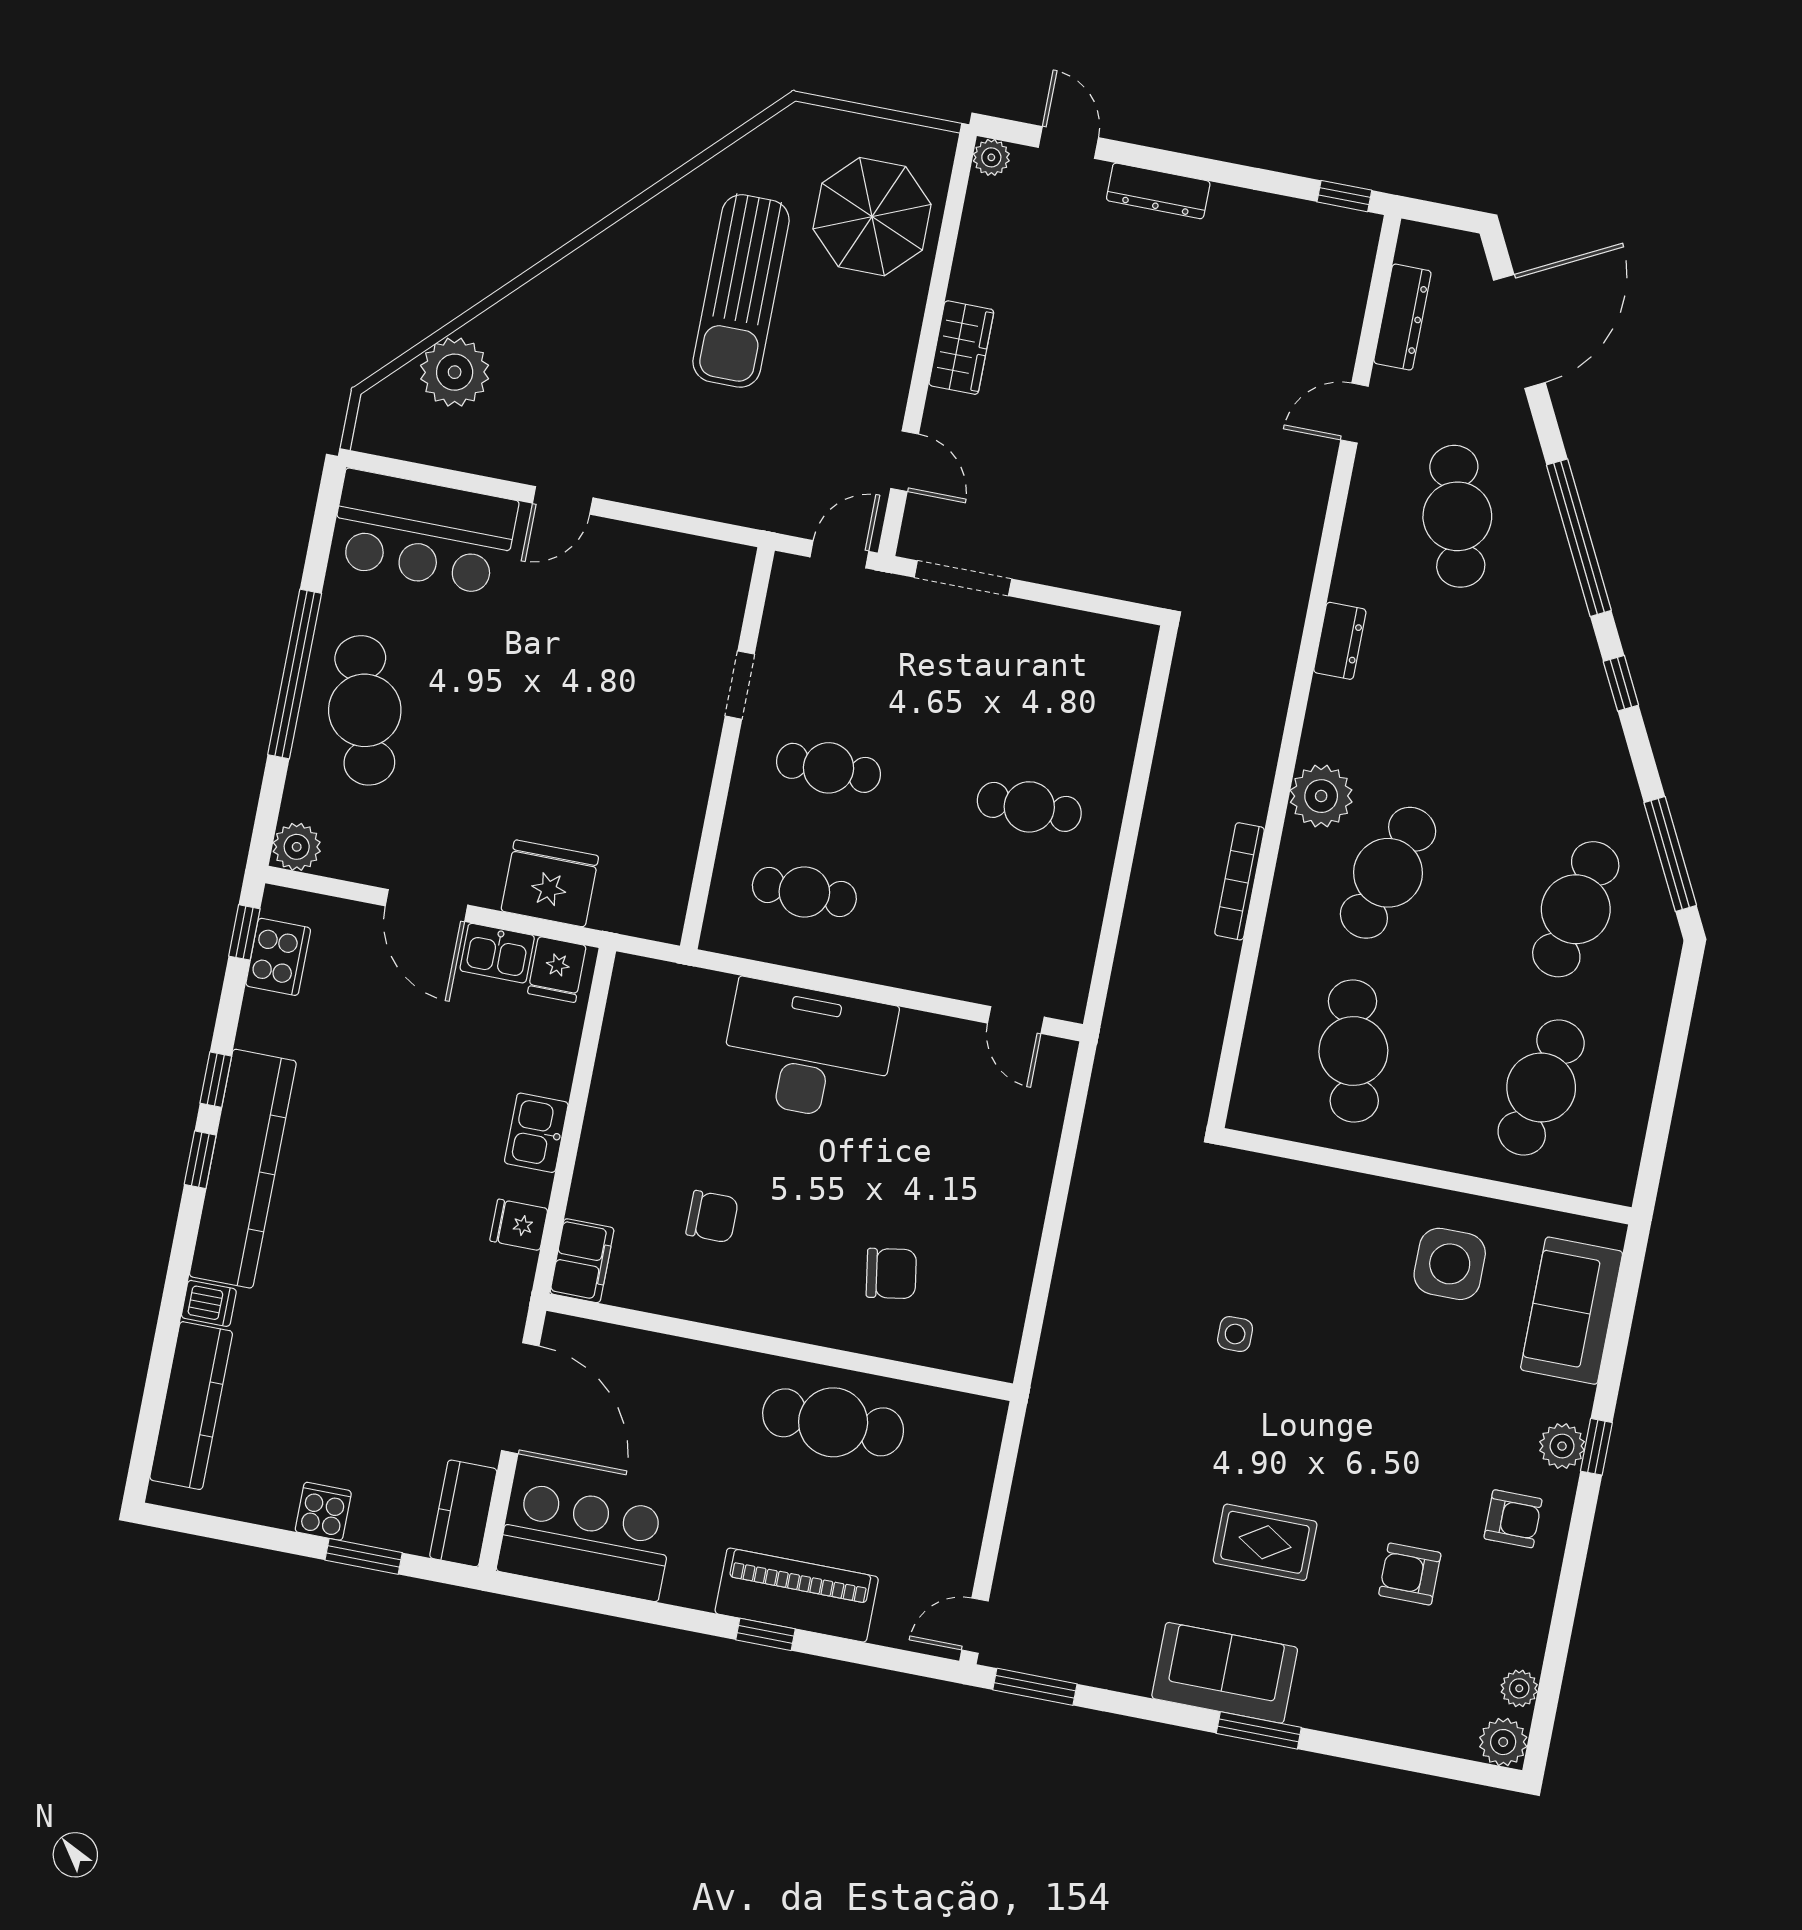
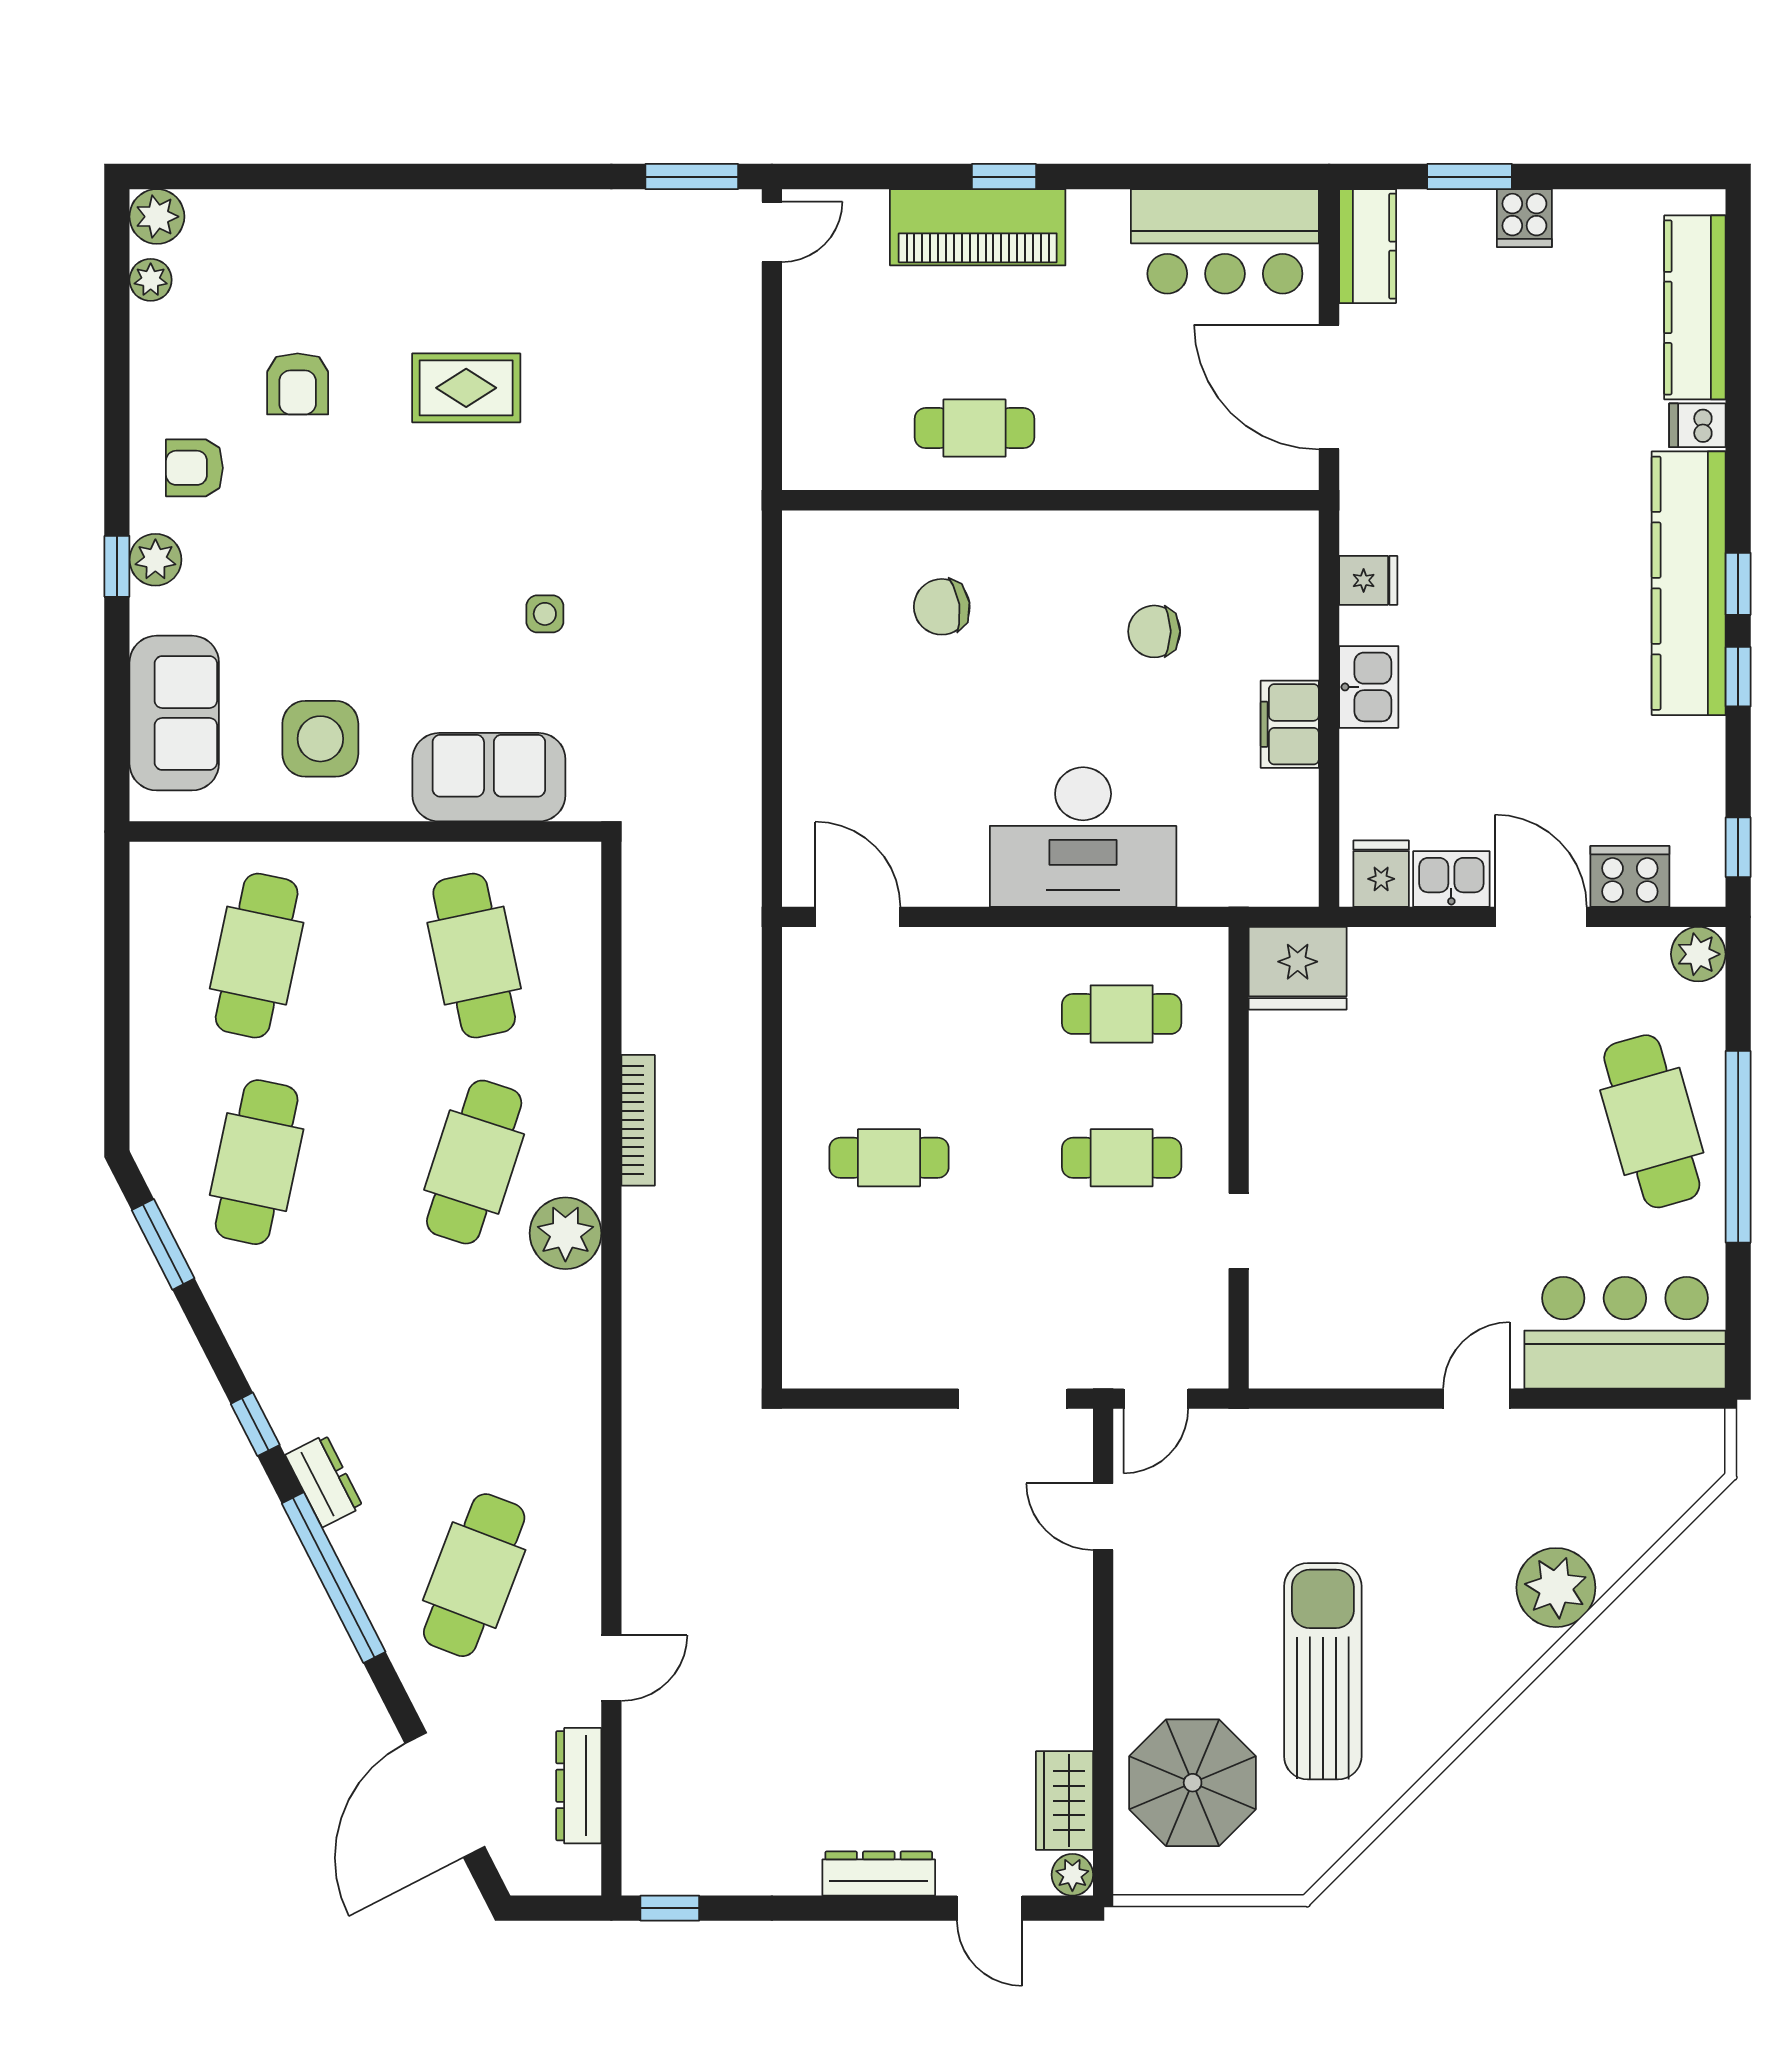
wardrobe: (961, 348) -> (1065, 1801), moved
plant: (455, 372) -> (1556, 1588), moved
cafe table: (1457, 516) -> (474, 1575), turned 36
dresser: (1340, 641) -> (324, 1481), moved, turned 153
window: (1670, 854) -> (163, 1244), width x0.69
fridge: (550, 883) -> (1298, 968), moved
cooker: (278, 957) -> (1630, 876), moved, turned 90
door: (1016, 1020) -> (858, 917), width x1.38
filing cabinet: (582, 1261) -> (1290, 724), moved
cafe table: (833, 1422) -> (975, 428), width x0.73, depth x0.74
armchair: (1410, 1574) -> (298, 384), turned 90
sofa: (1225, 1673) -> (489, 777), moved, turned 180
window: (1259, 1730) -> (432, 177), removed

